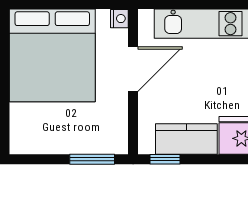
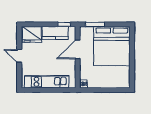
bed: (52, 55) -> (112, 46), moved, turned 180
door: (133, 69) -> (78, 49), moved

